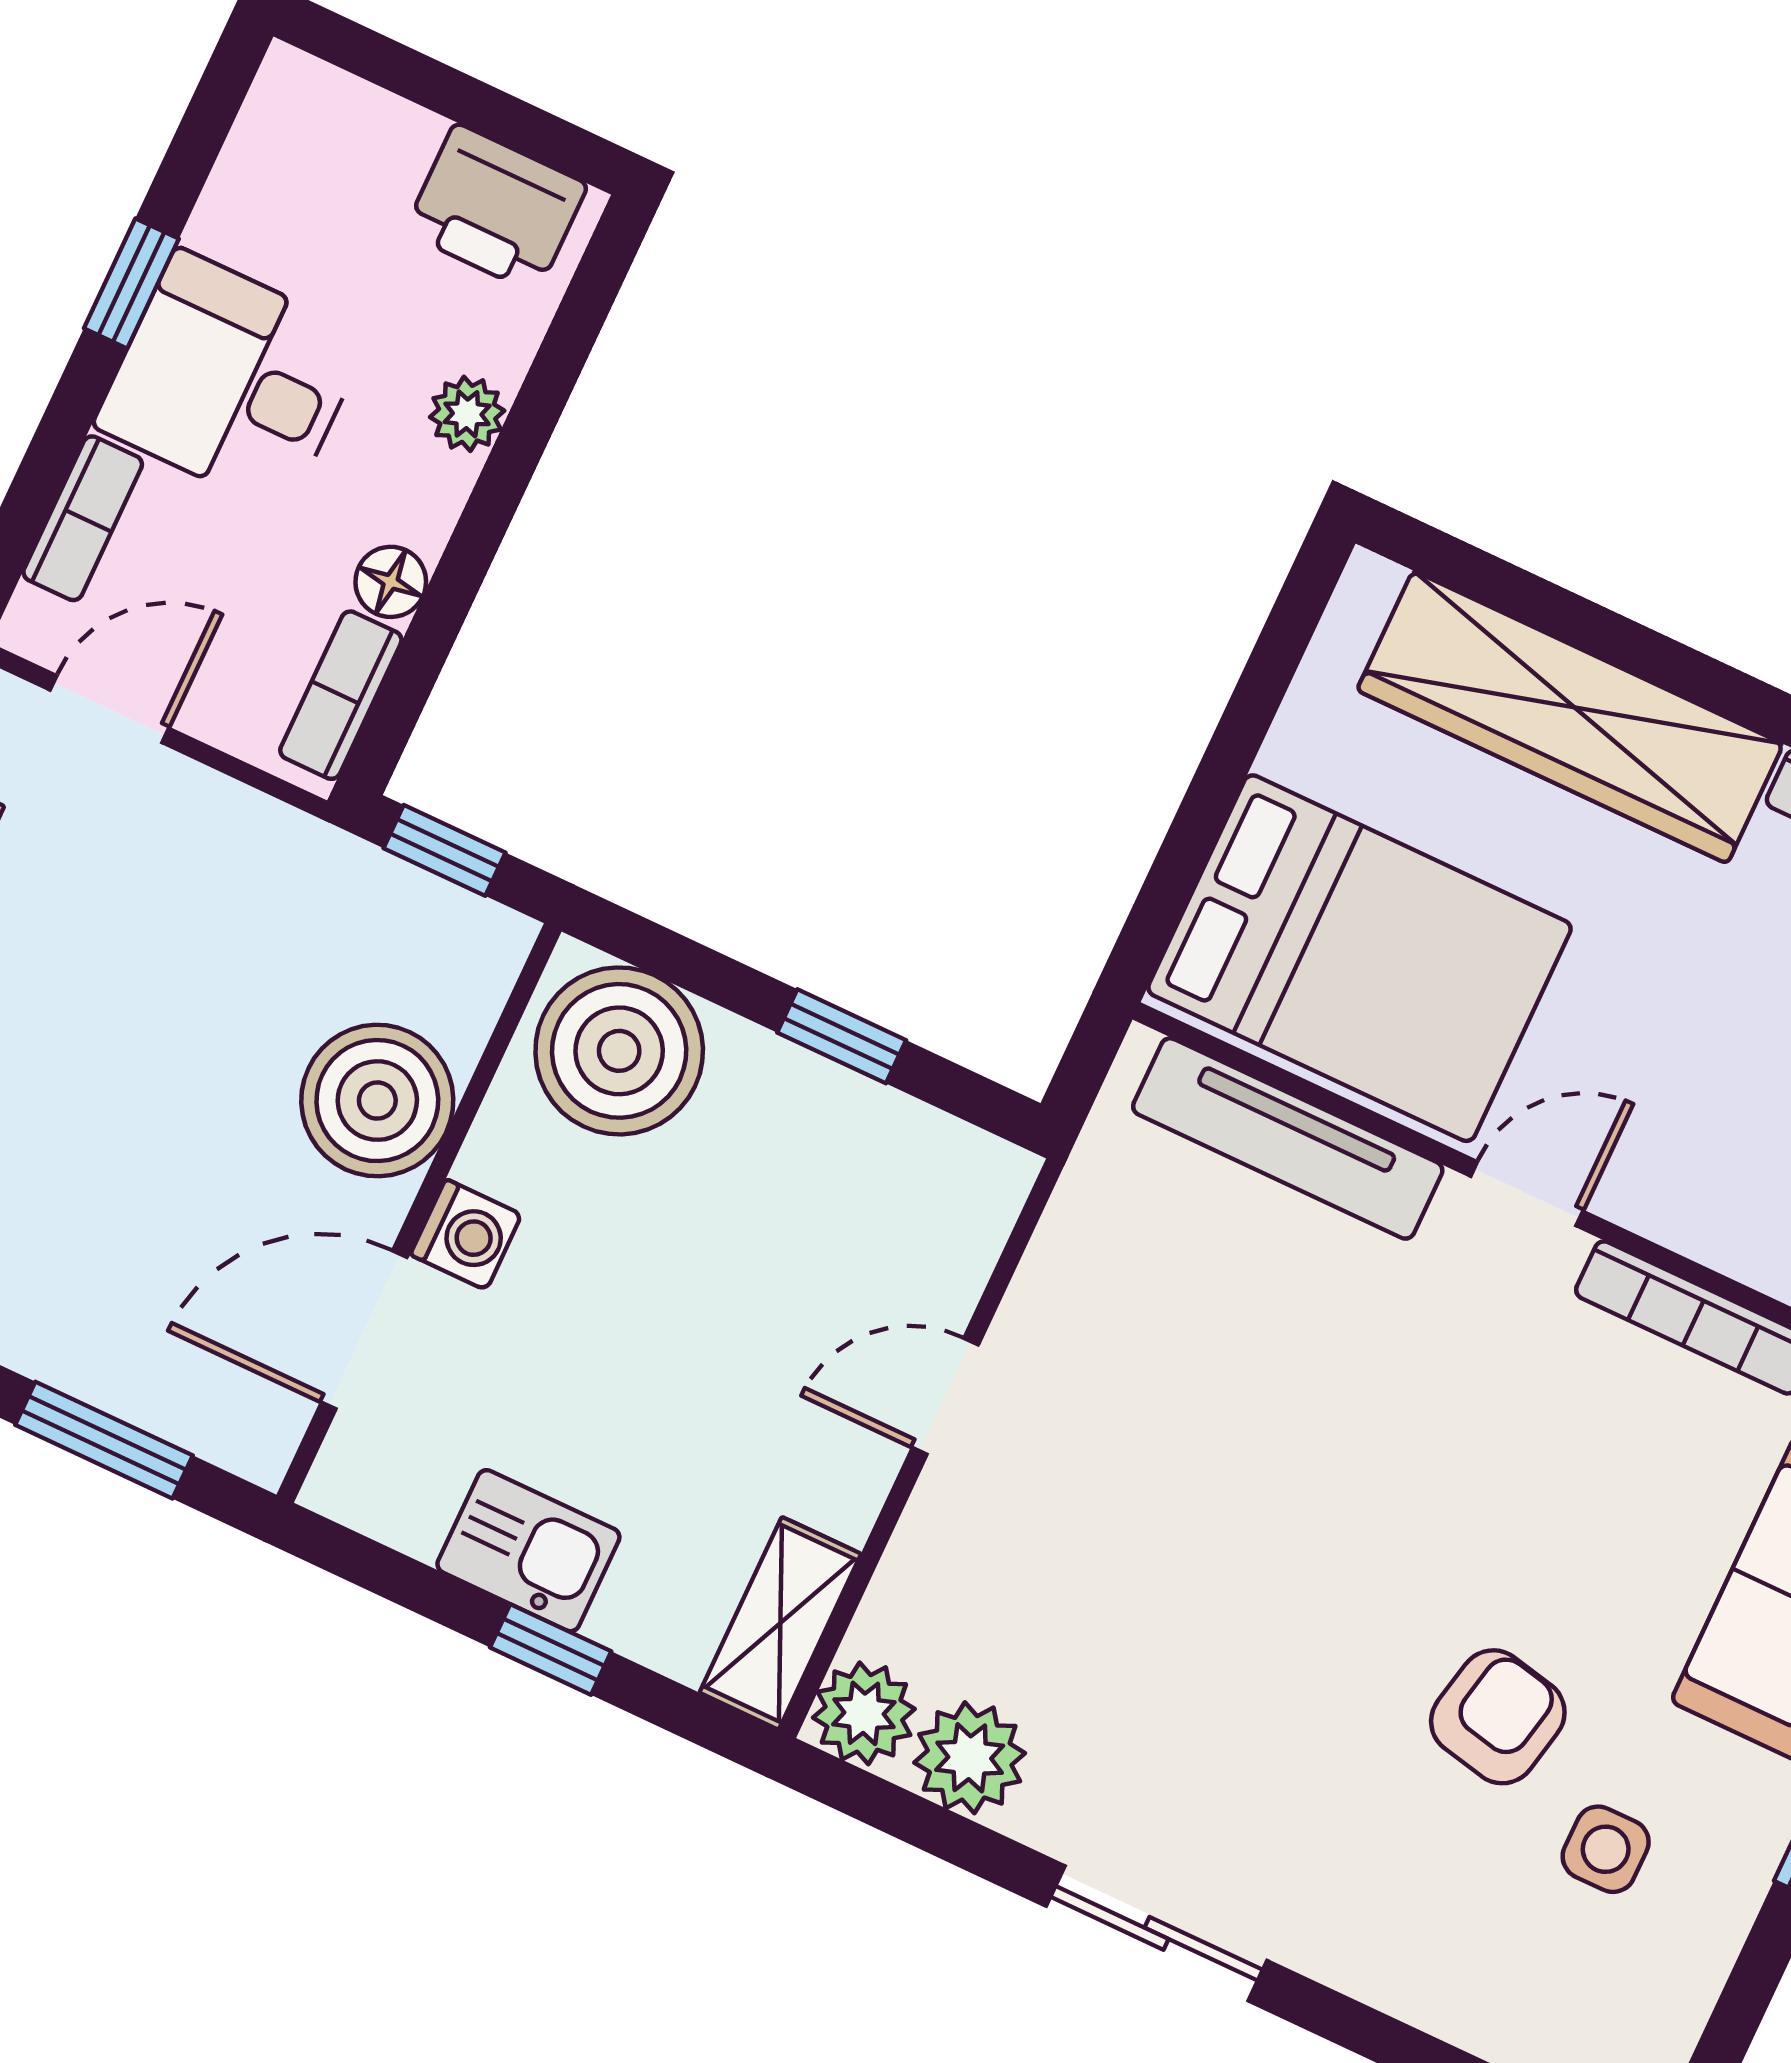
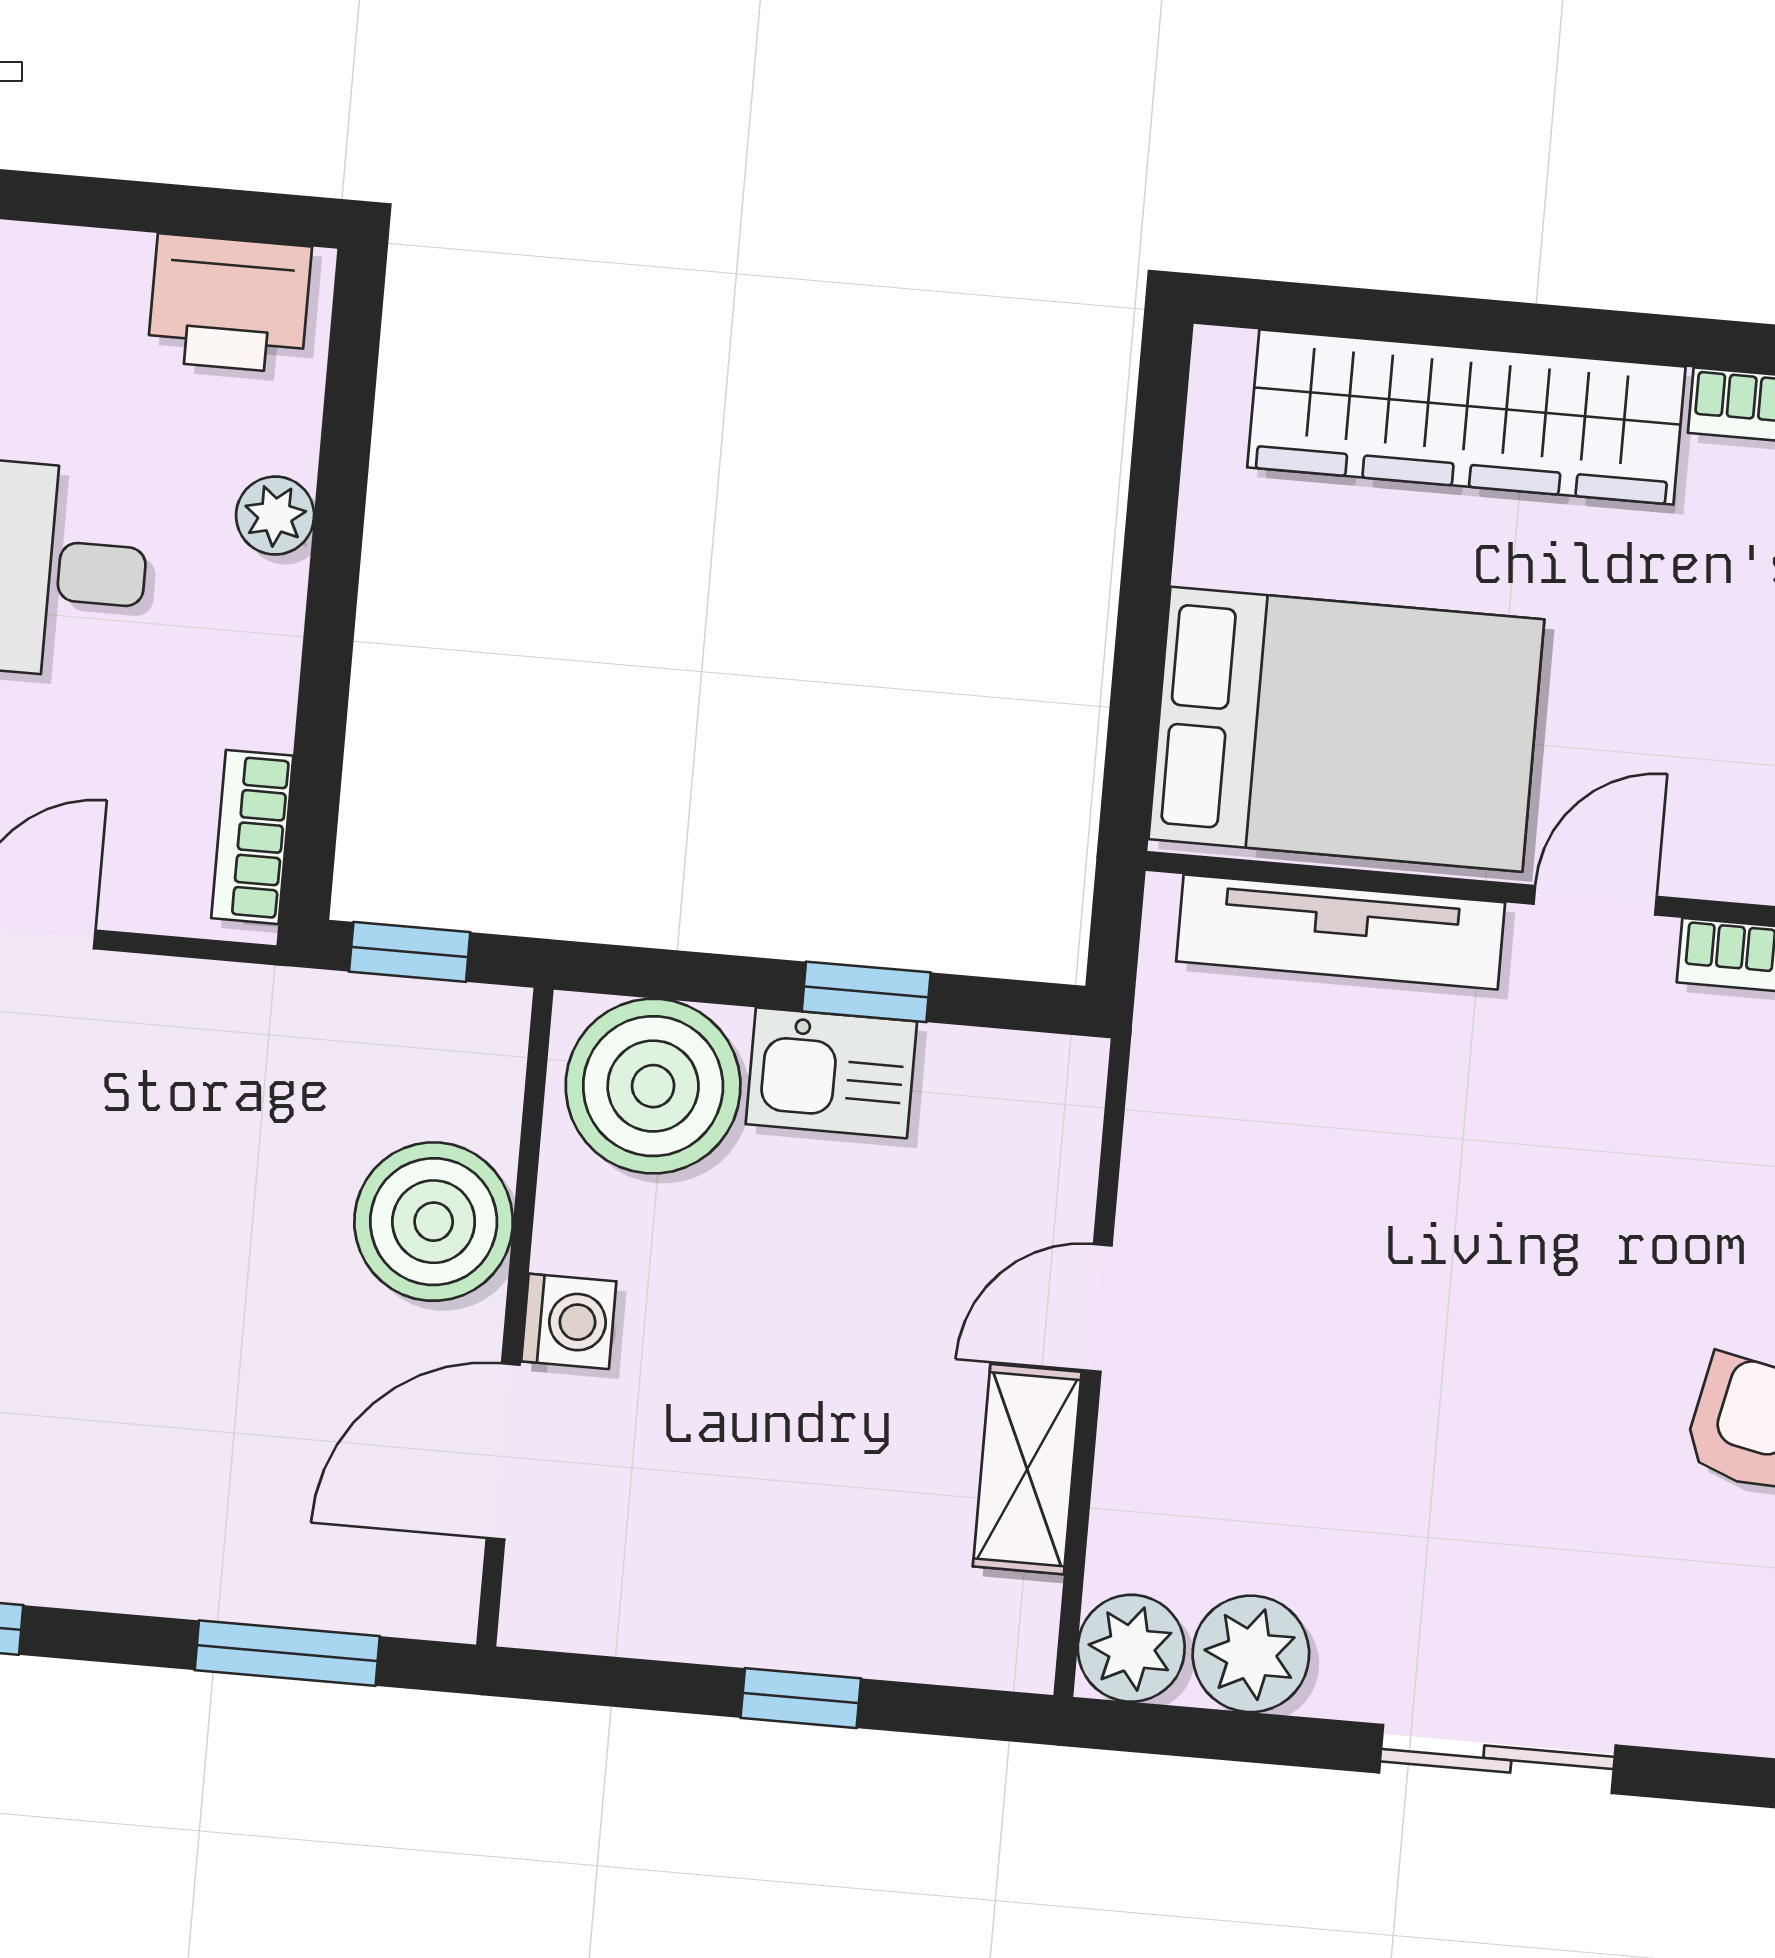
floor lamp: (391, 582) -> (260, 708), removed
kitchen sink: (528, 1551) -> (831, 1073), moved, turned 180
shelving: (780, 1623) -> (1027, 1469), moved

